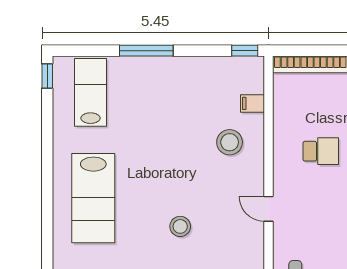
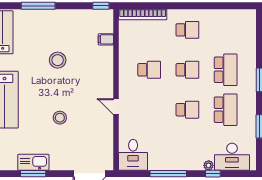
stool: (230, 142) -> (58, 60), moved

